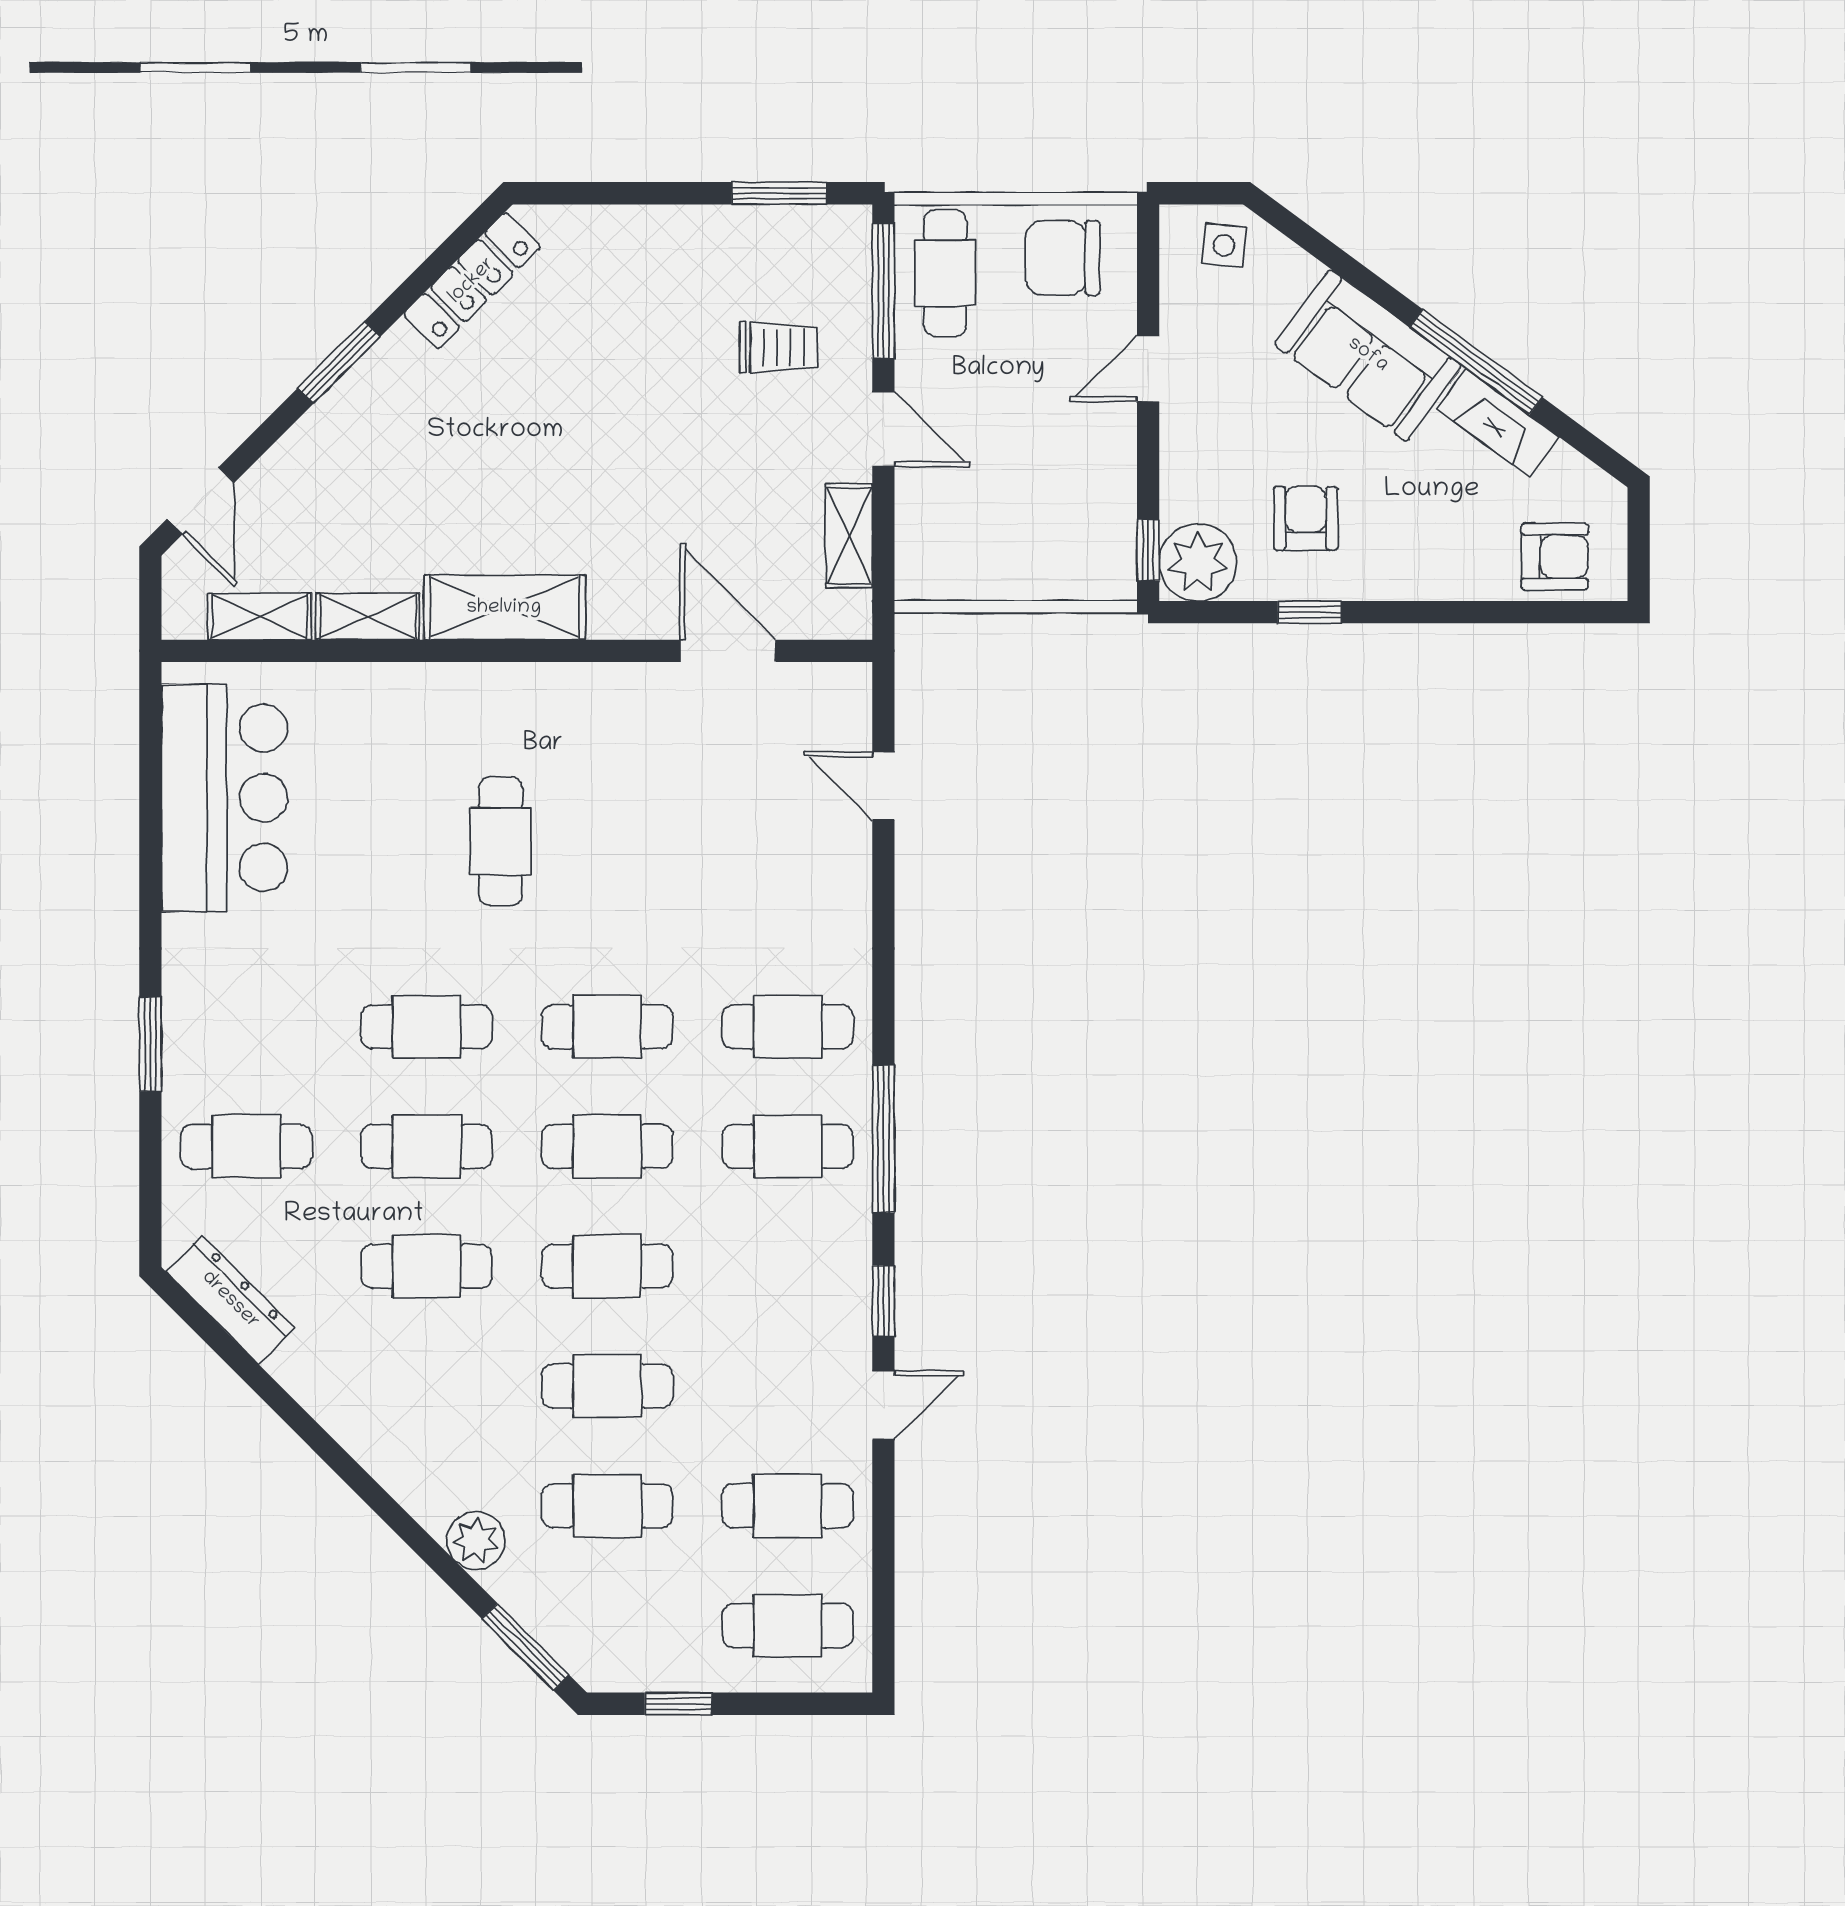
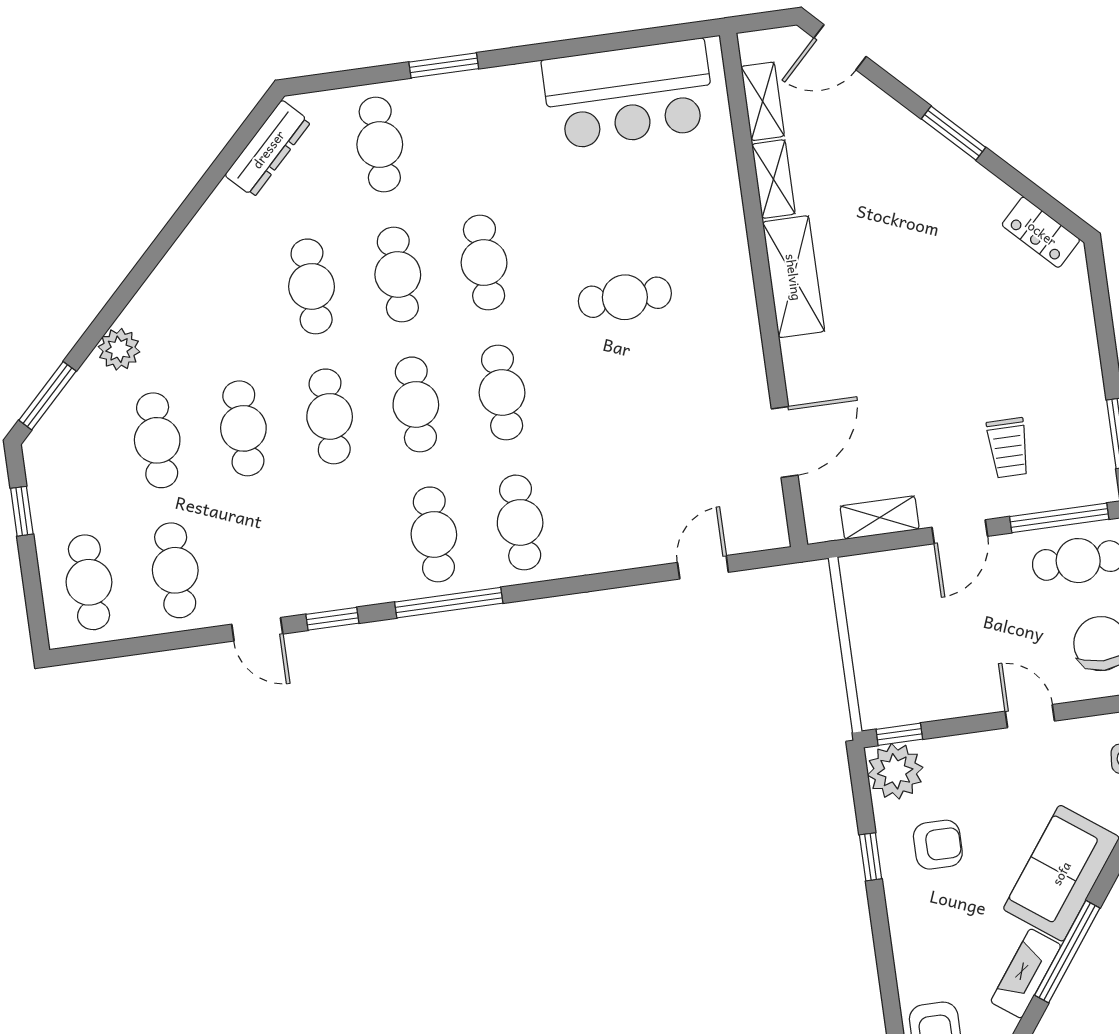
locker: (472, 281) -> (1041, 232), width x0.66

